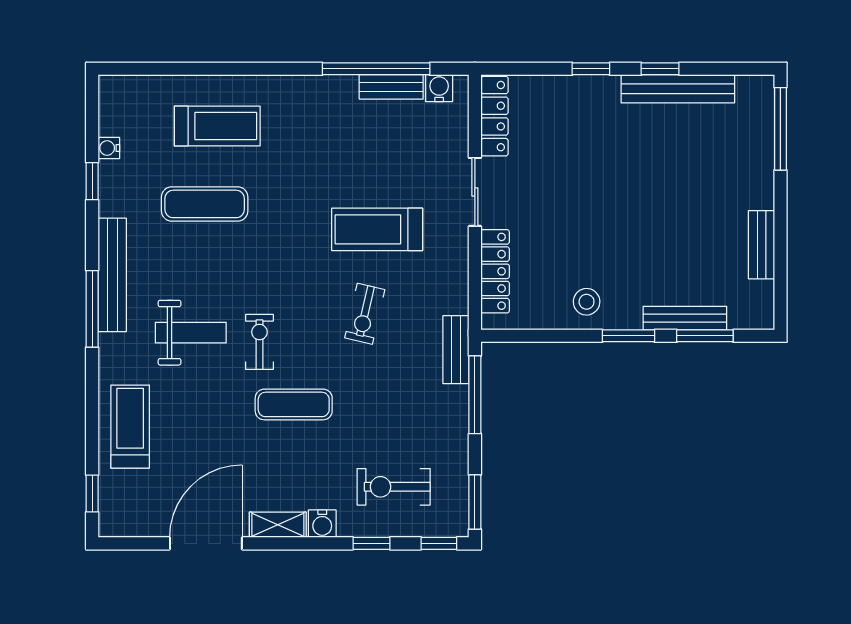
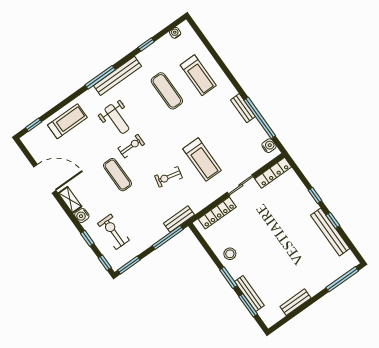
bench: (391, 87) -> (243, 108), moved
water cooler: (109, 148) -> (175, 33), moved
treadmill: (377, 229) -> (202, 160), turned 180

